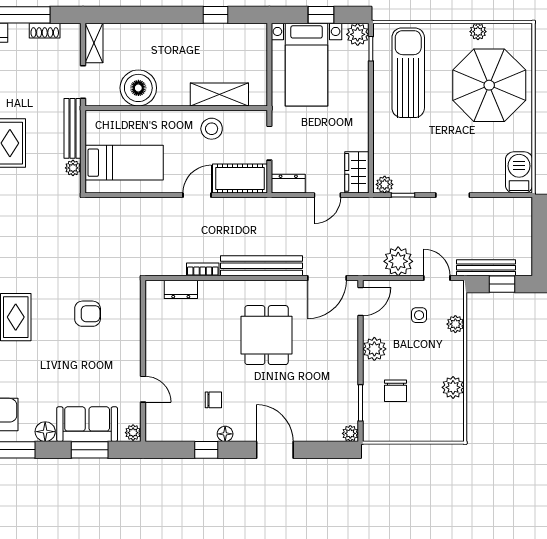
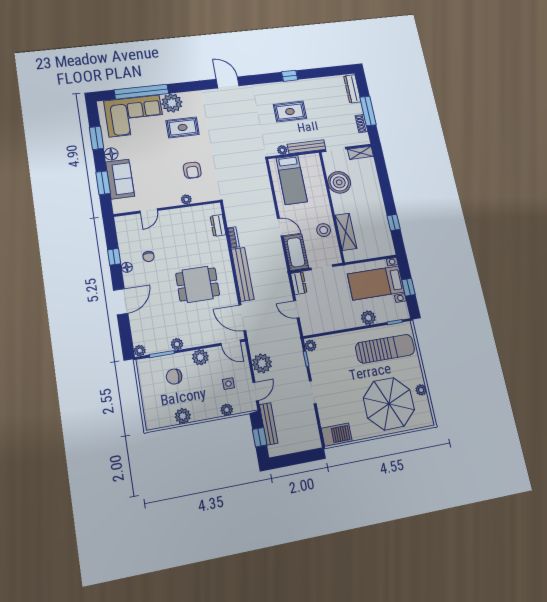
plant: (358, 34) -> (368, 318), moved
wardrobe: (357, 172) -> (315, 326), removed
plant: (350, 379) -> (177, 344), added
plant: (133, 433) -> (186, 199), moved

